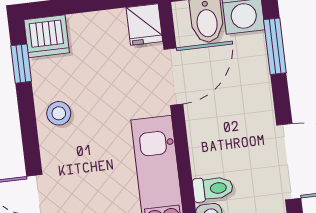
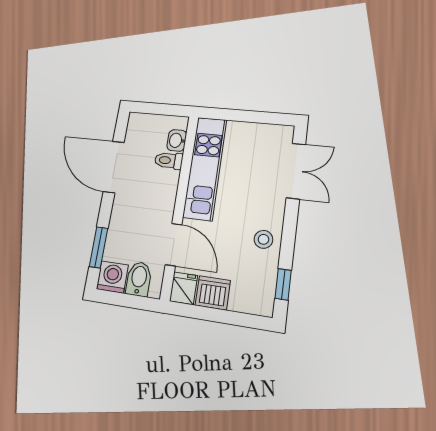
dishwasher: (47, 36) -> (213, 293), moved
door: (173, 77) -> (174, 245), swing flipped

